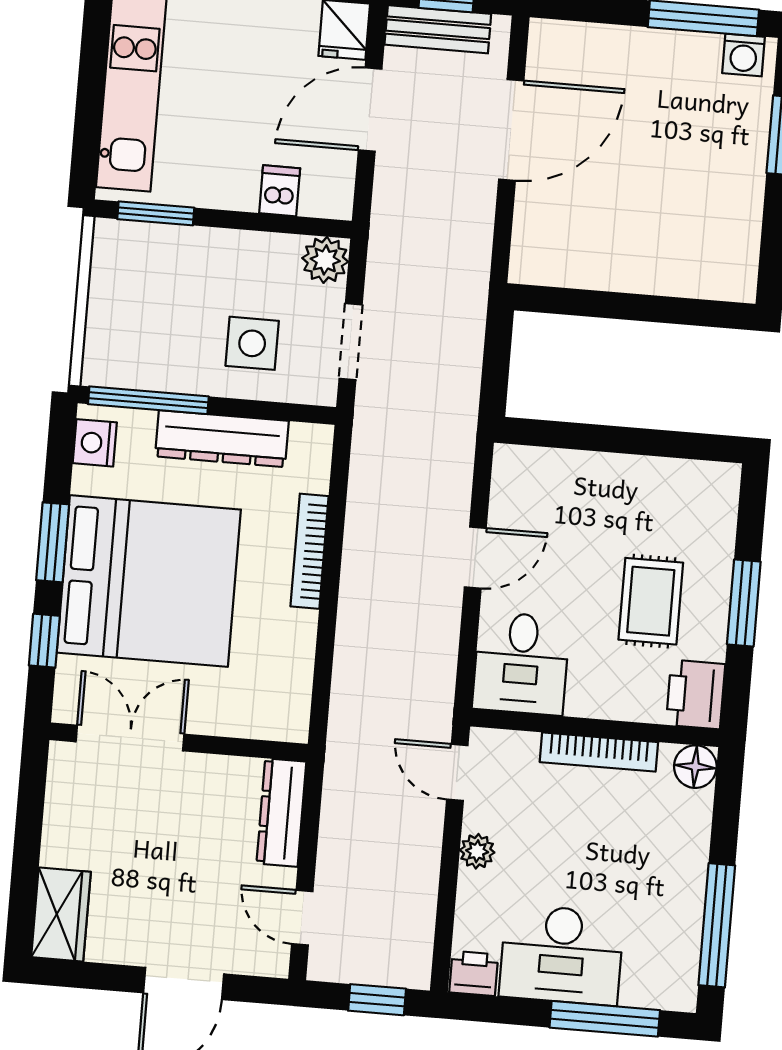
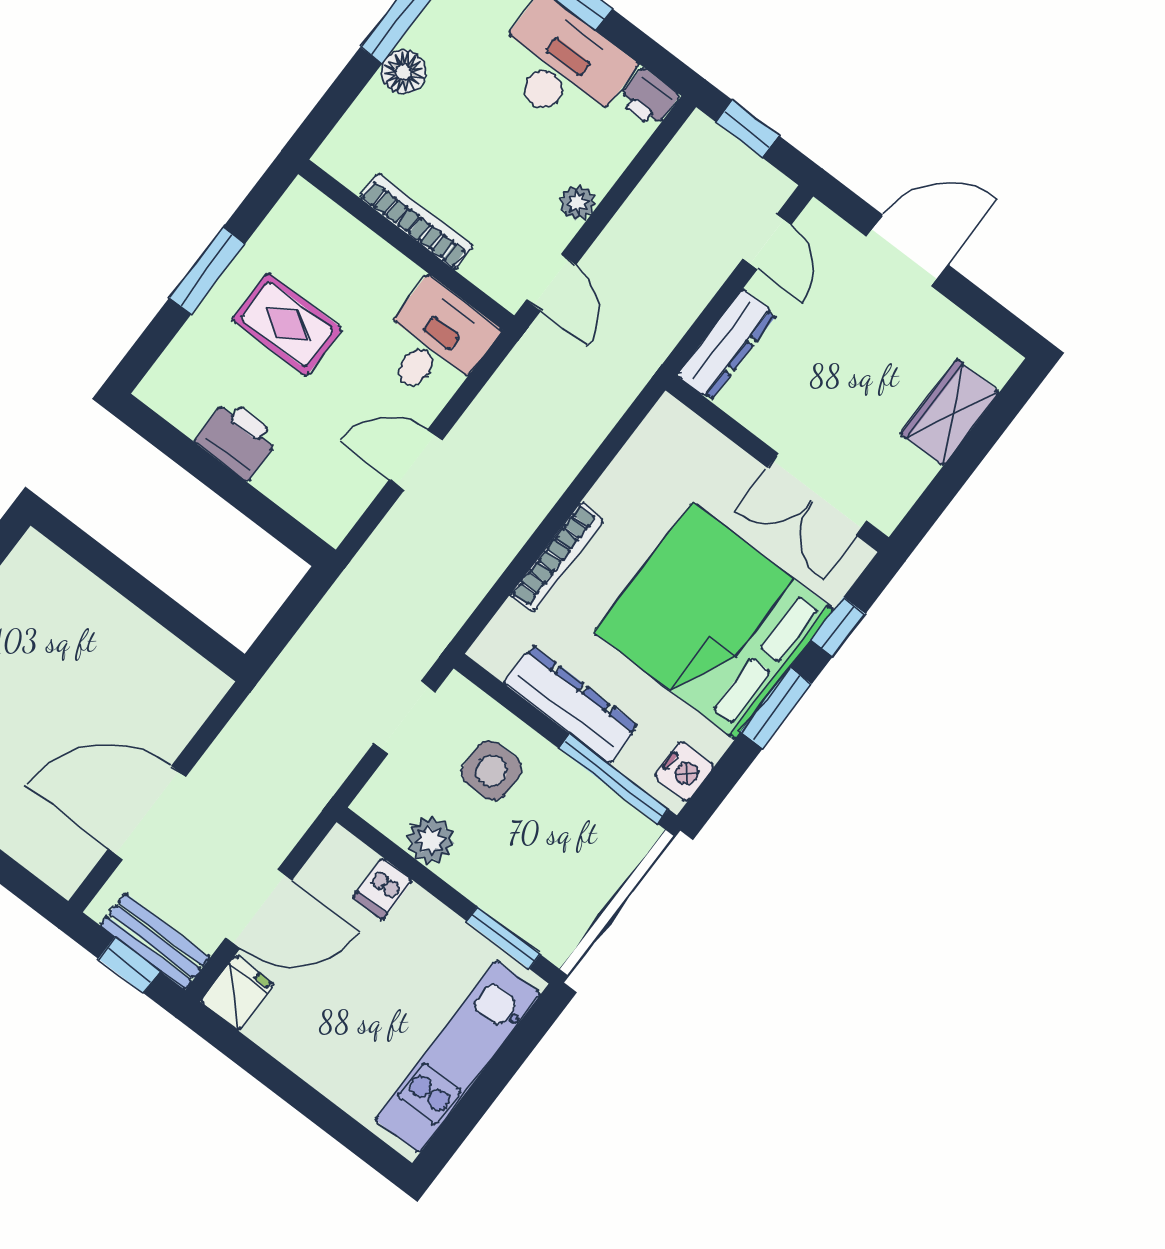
plant: (325, 260) -> (430, 840), moved
rug: (651, 601) -> (287, 324), turned 90
printer: (696, 694) -> (237, 439), moved, turned -90
floor lamp: (695, 767) -> (404, 72), moved
wardrobe: (61, 915) -> (950, 412), moved

